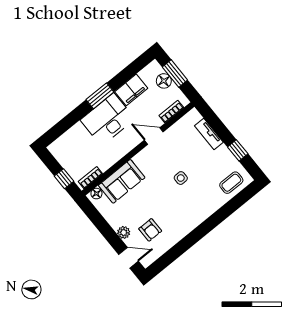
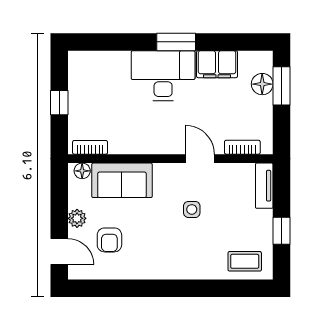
bookcase: (171, 112) -> (242, 147), moved
door: (154, 136) -> (200, 159), moved
wall: (138, 149) -> (170, 159), moved
bookcase: (90, 178) -> (90, 147), moved
sofa: (122, 181) -> (122, 180), moved
floor lamp: (96, 194) -> (82, 171), moved

